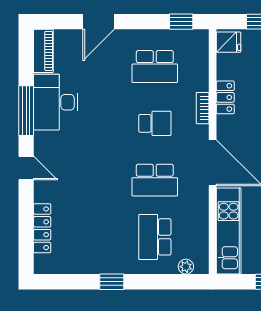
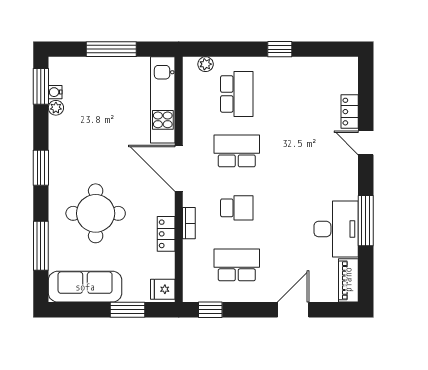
school desk: (155, 123) -> (237, 208), turned 180
door: (26, 168) -> (366, 143), moved
locker: (42, 228) -> (350, 112), width x0.66

